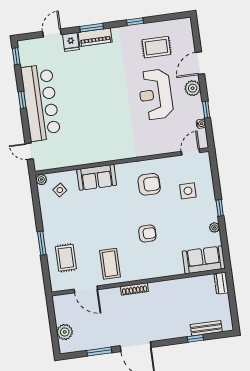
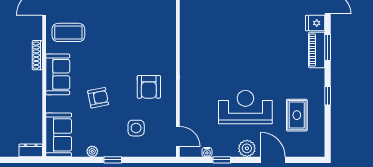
sofa: (97, 177) -> (58, 74), moved, turned 180
armchair: (147, 234) -> (98, 98), moved, turned -101

